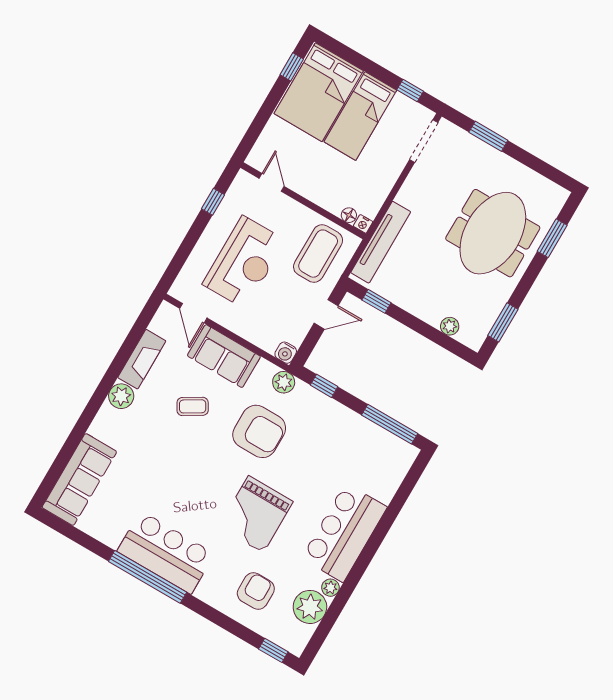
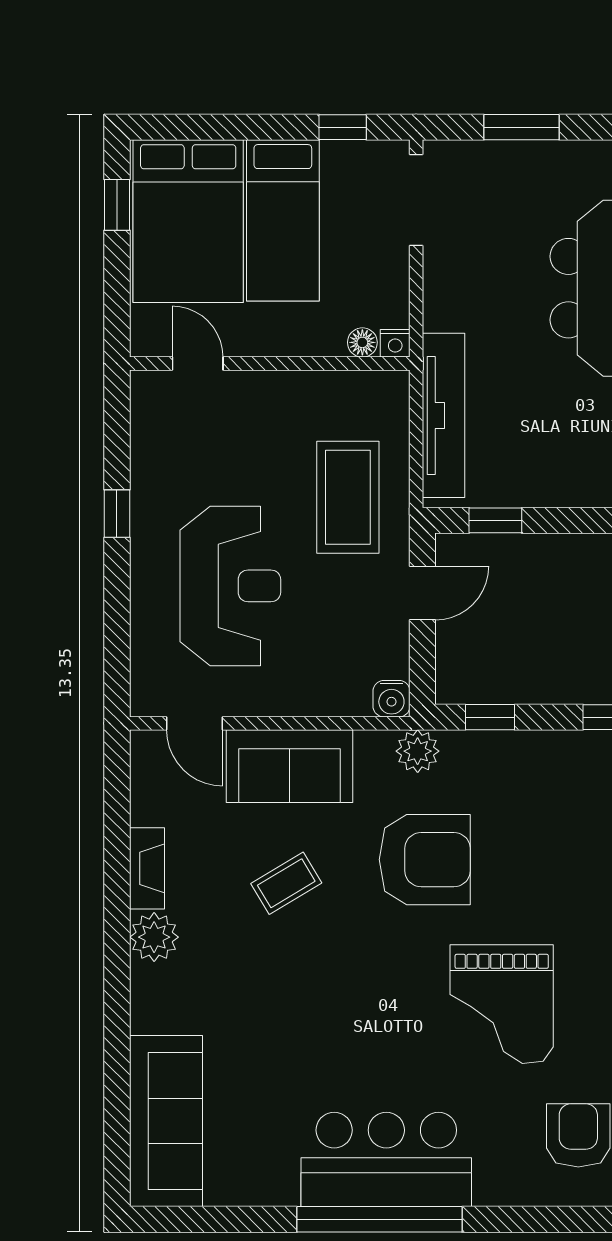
door: (272, 182) -> (198, 363), moved
wall: (303, 201) -> (270, 363), moved
floor lamp: (349, 215) -> (362, 342), moved
nightstand: (363, 224) -> (395, 343), moved
fireplace: (142, 359) -> (147, 868), width x0.73, depth x0.76

